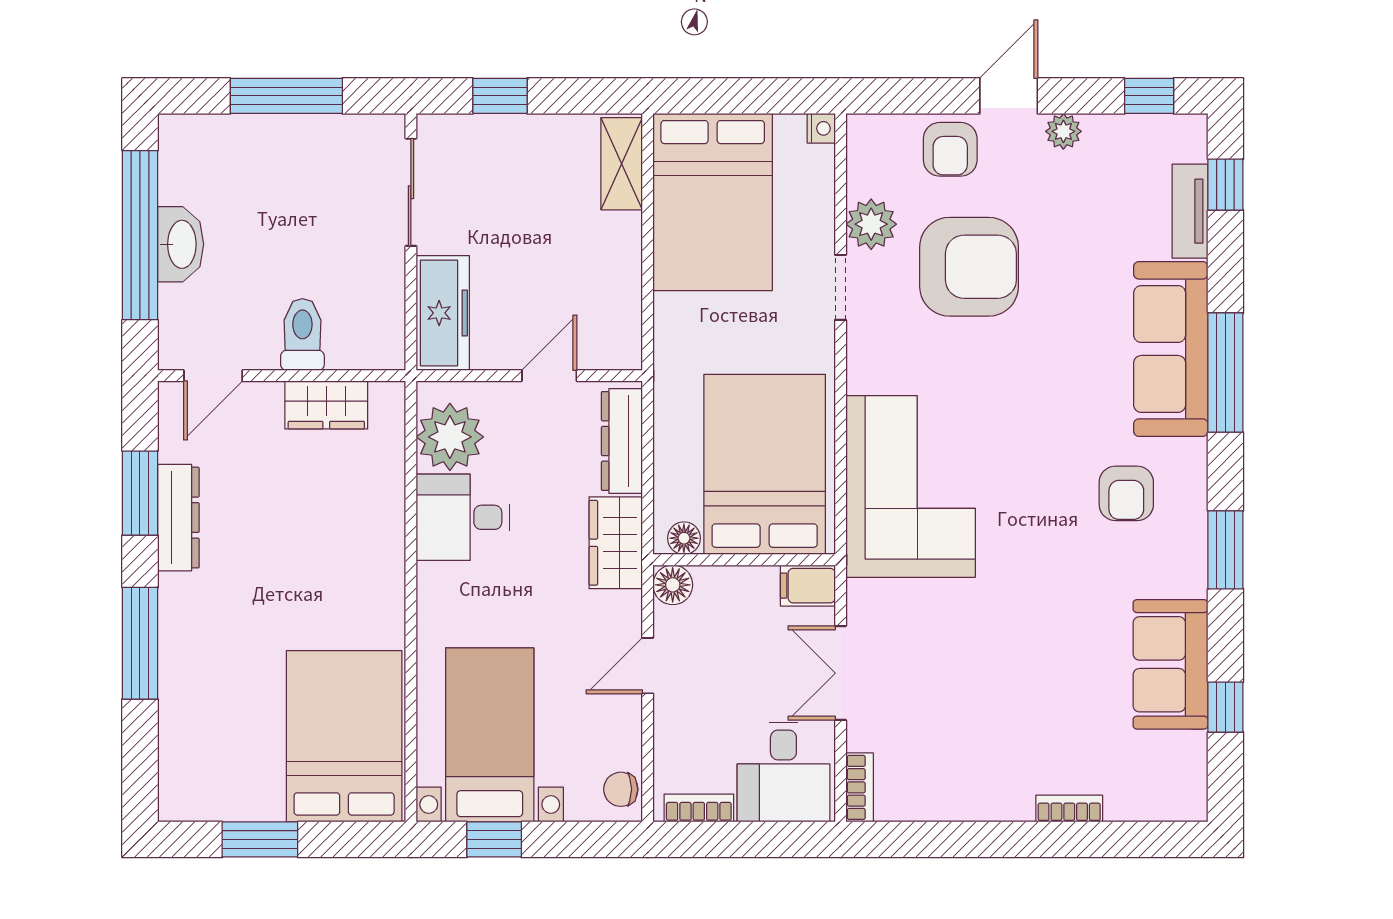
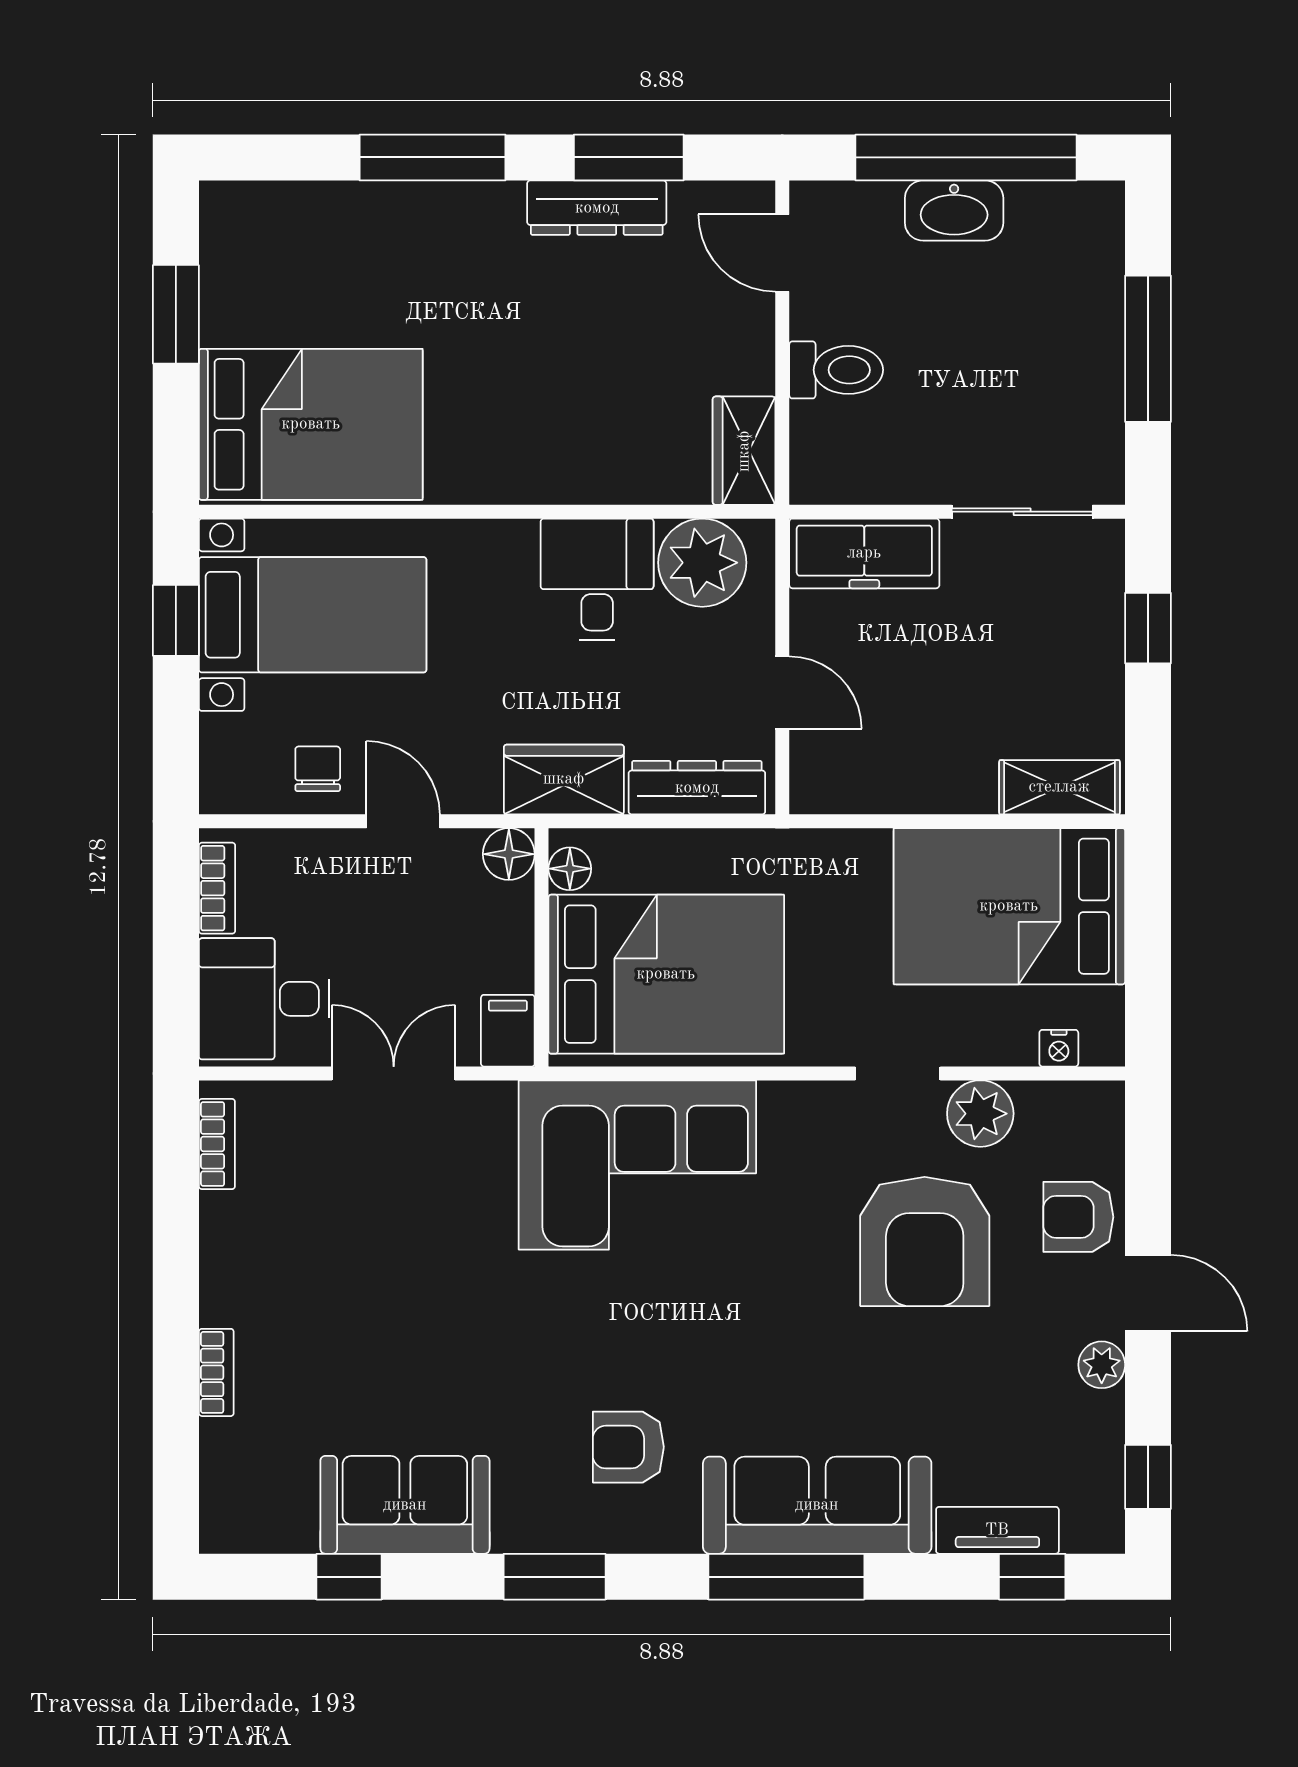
nightstand: (821, 128) -> (1059, 1048), moved
wardrobe: (326, 405) -> (744, 451), moved
bookcase: (860, 787) -> (217, 1144), moved, turned -90
chair: (621, 789) -> (318, 769), moved

